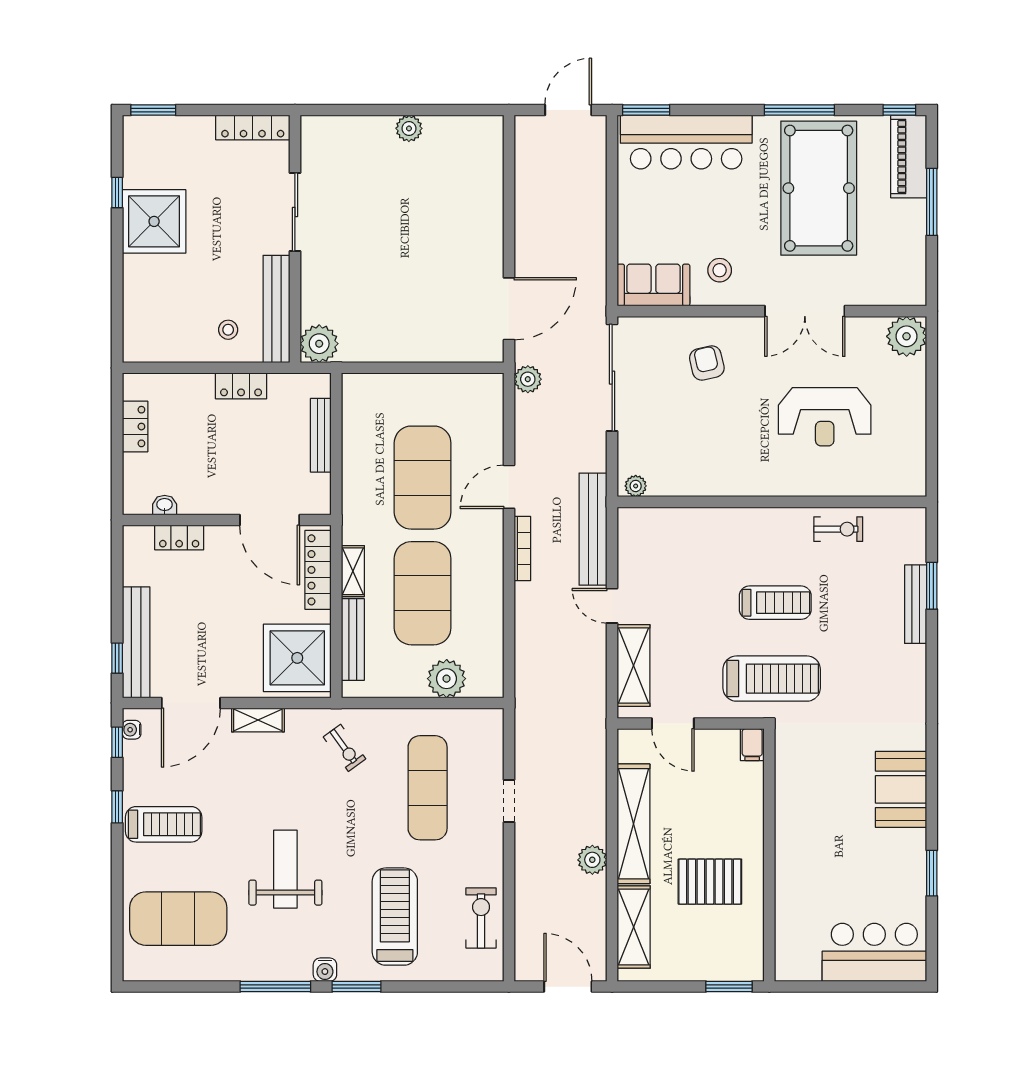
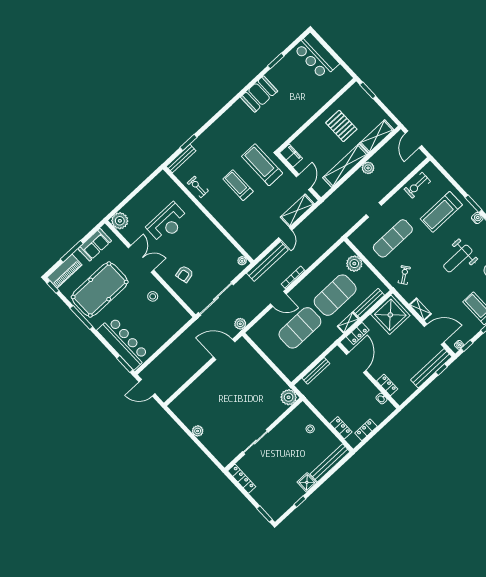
shower: (154, 221) -> (307, 482), width x0.54, depth x0.54
sofa: (653, 285) -> (95, 245), moved, turned -90
bench: (276, 309) -> (330, 463), moved
locker: (241, 386) -> (341, 428), moved
reception desk: (825, 417) -> (167, 223), turned 90
locker: (318, 570) -> (358, 334), width x0.66
bench: (916, 604) -> (181, 159), moved
filing cabinet: (752, 745) -> (291, 156), width x2.00

